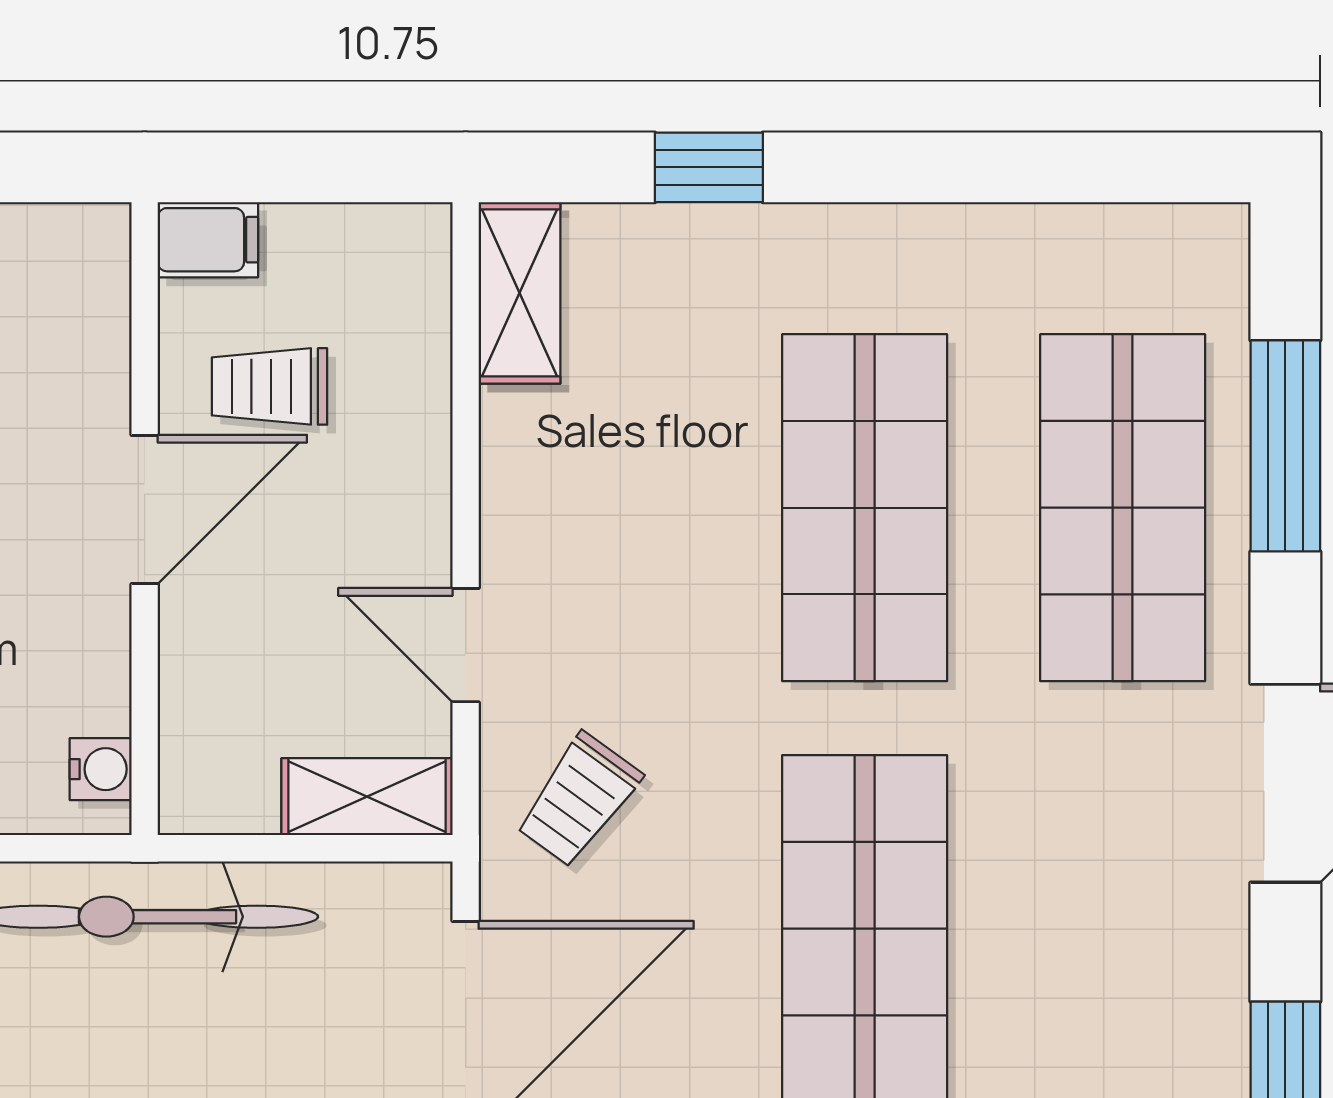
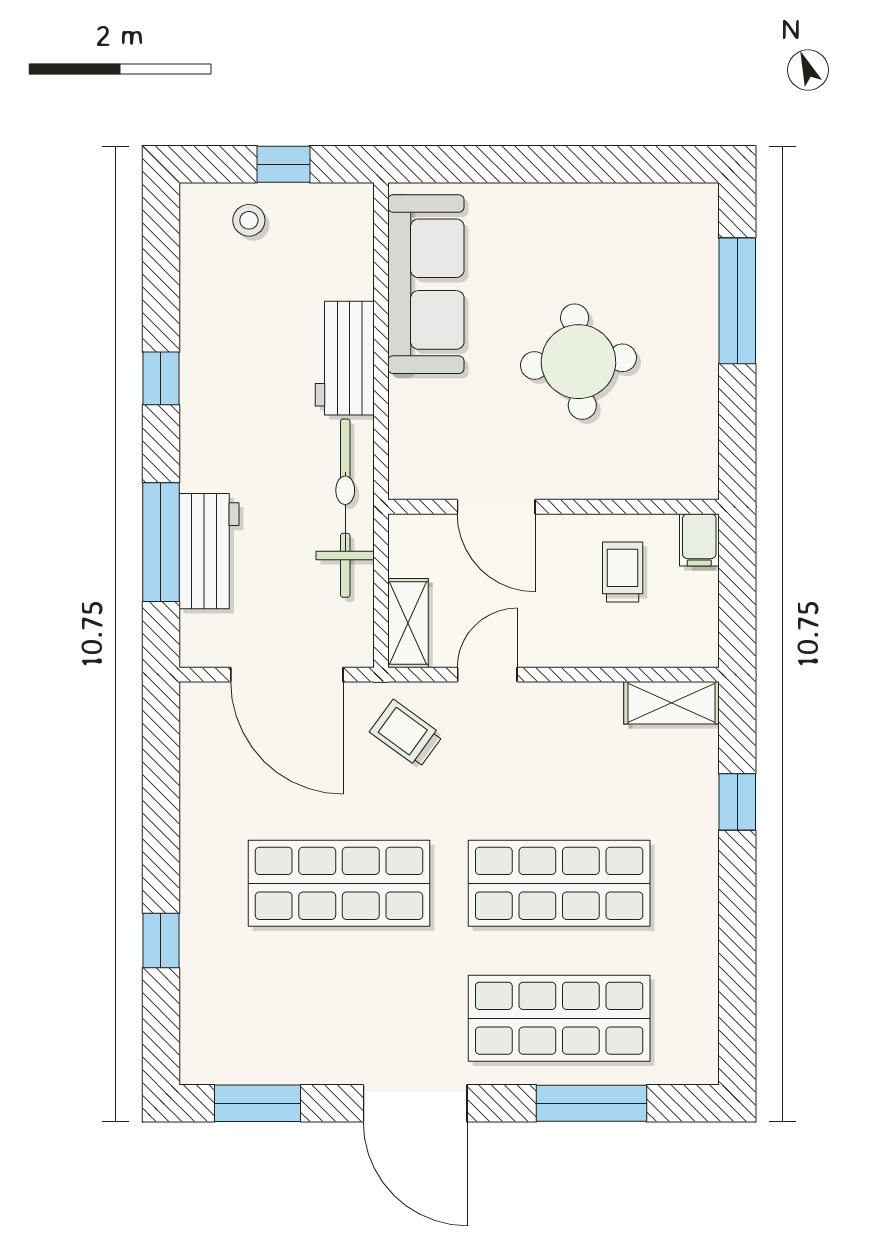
door: (145, 509) -> (496, 507), moved
water cooler: (101, 769) -> (422, 484), removed

